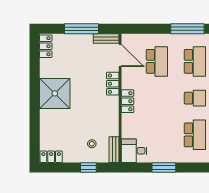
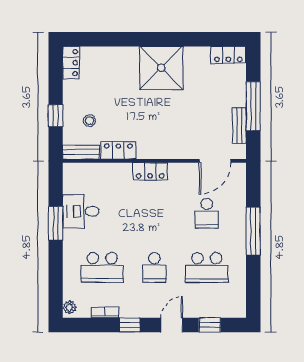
window: (187, 29) -> (253, 231), moved
bench: (106, 39) -> (239, 126), moved
school desk: (157, 61) -> (207, 213), width x0.54
locker: (113, 84) -> (118, 150), moved
desk: (134, 151) -> (81, 211), moved, turned -90

